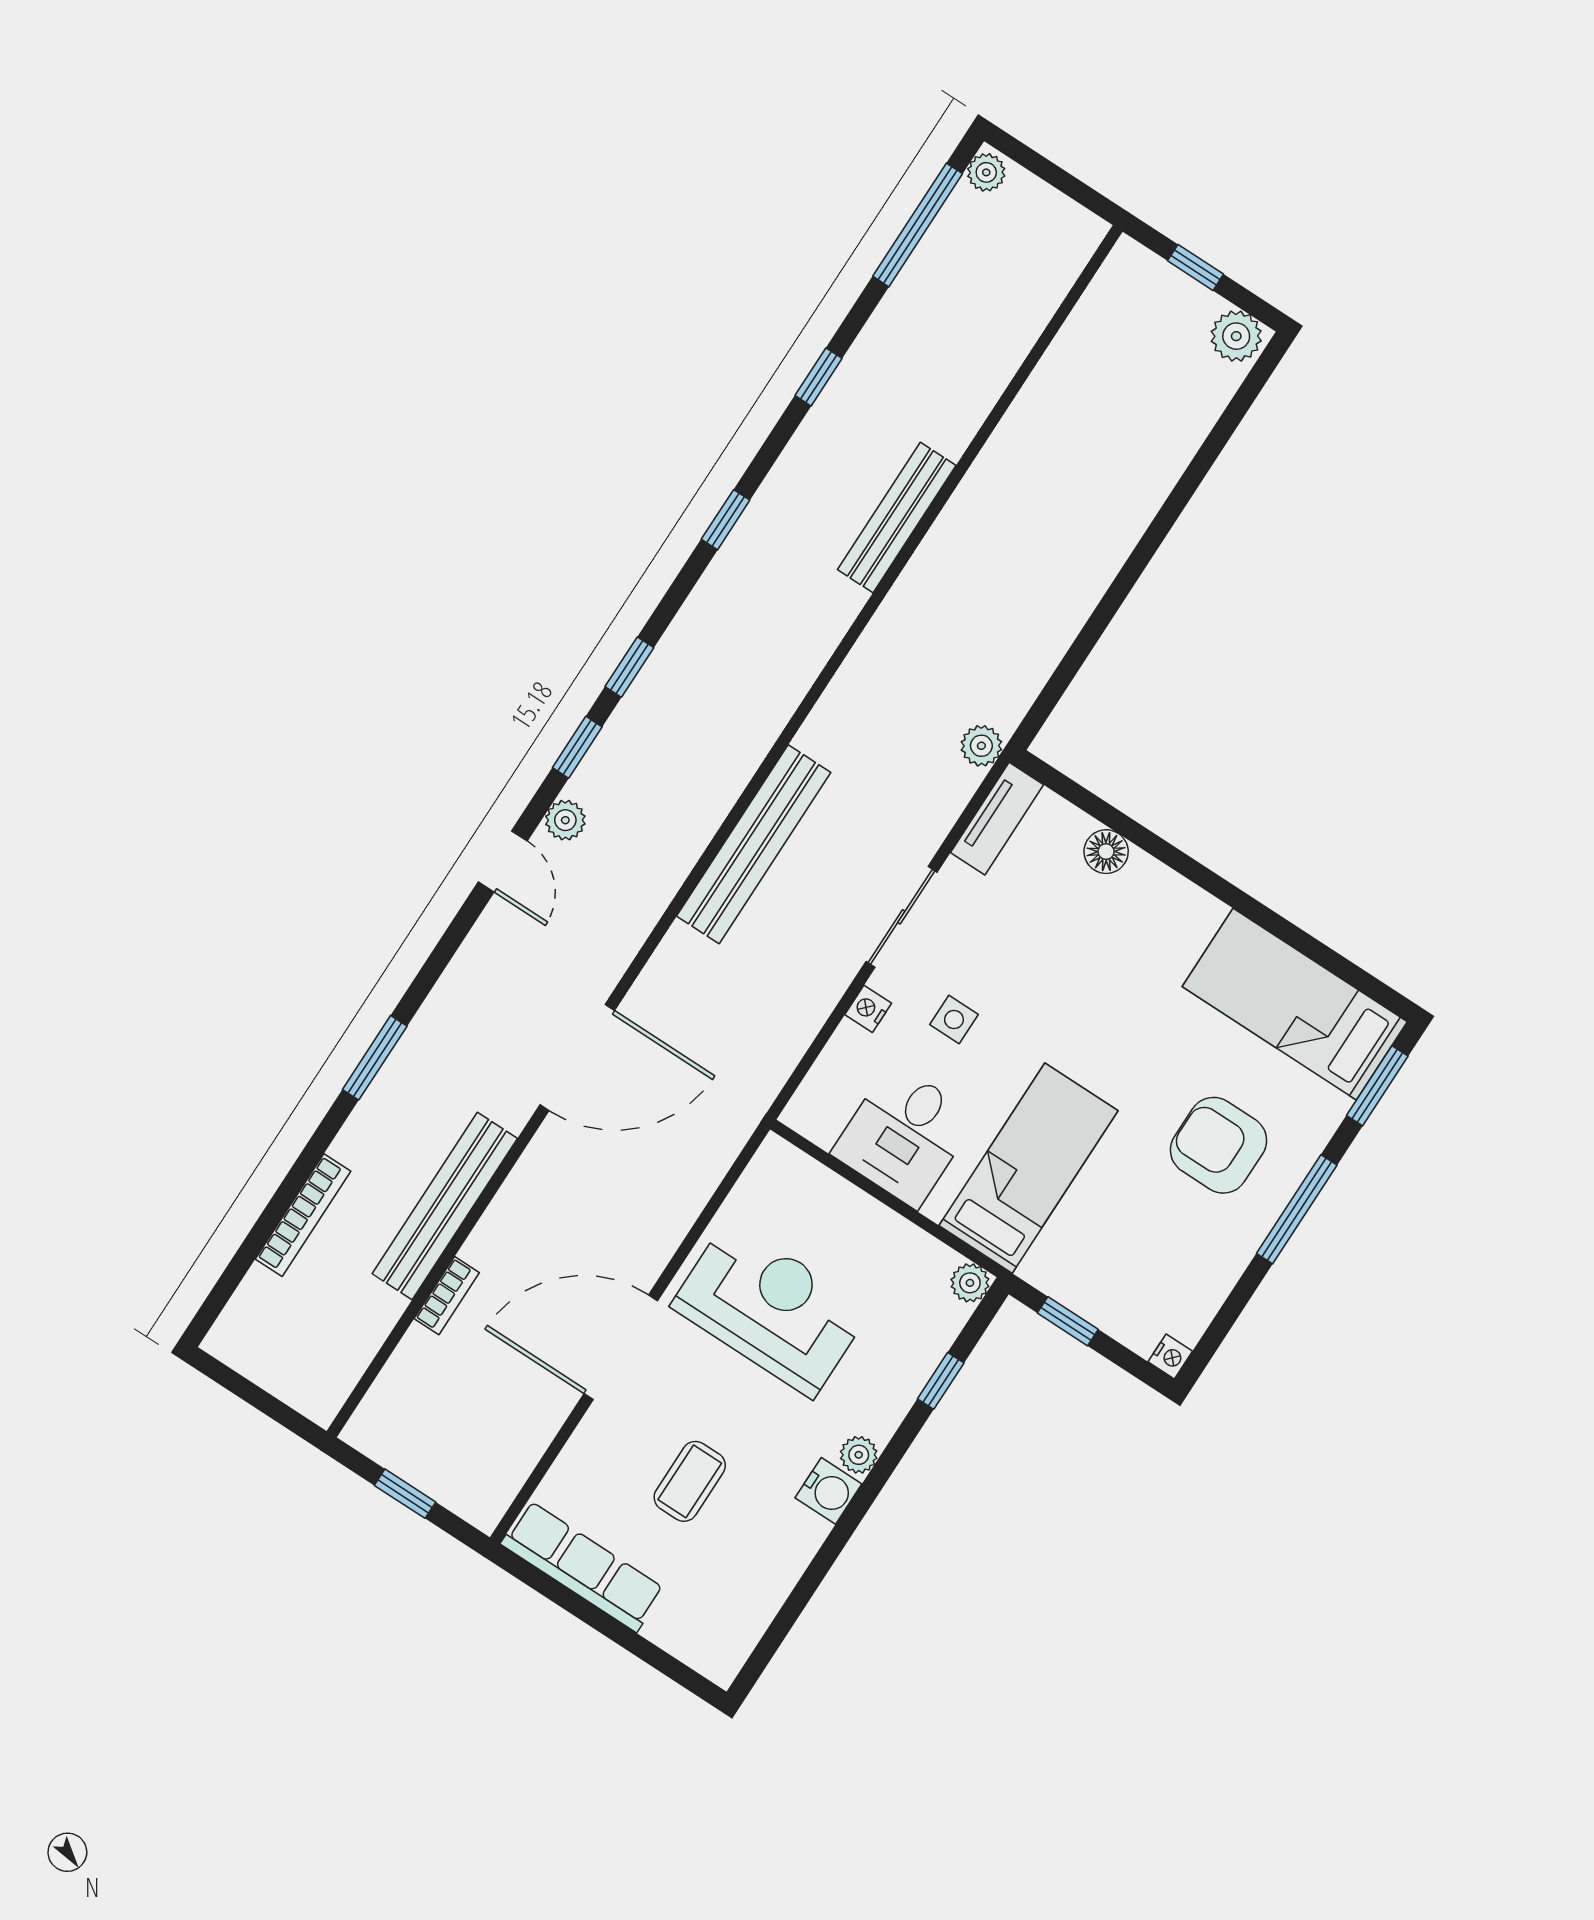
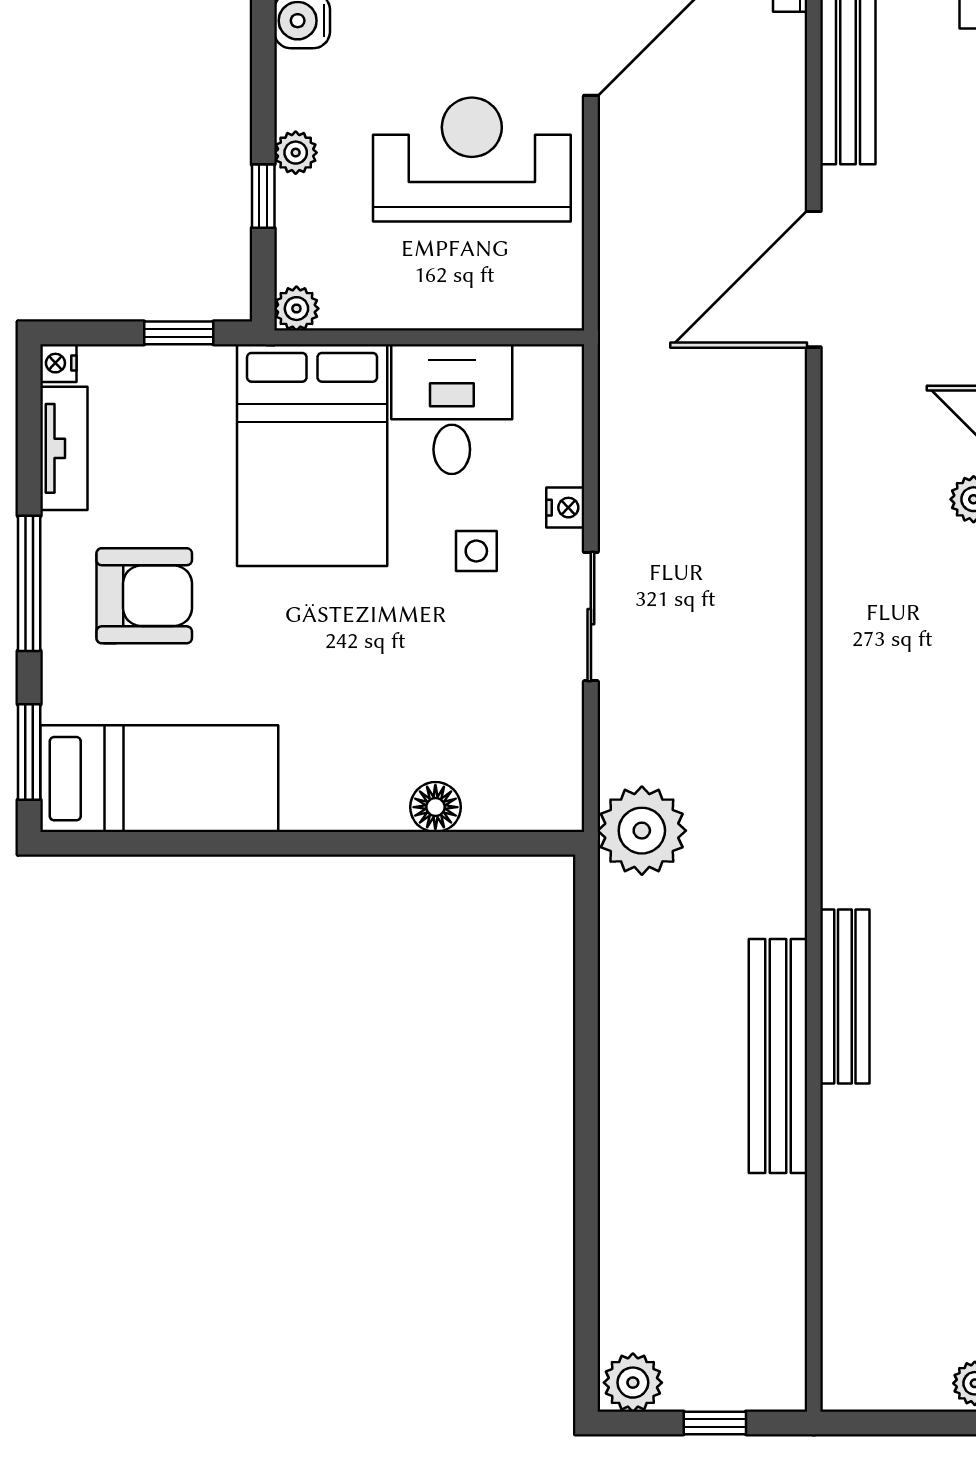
plant: (981, 746) -> (642, 831), width x1.87, depth x1.87
tv unit: (997, 819) -> (64, 448), moved, turned 180
bench: (754, 844) -> (778, 1056), moved
bed: (1028, 1168) -> (312, 455), width x1.50
reception desk: (771, 1308) -> (472, 160), turned 180
plant: (859, 1455) -> (296, 153), moved

